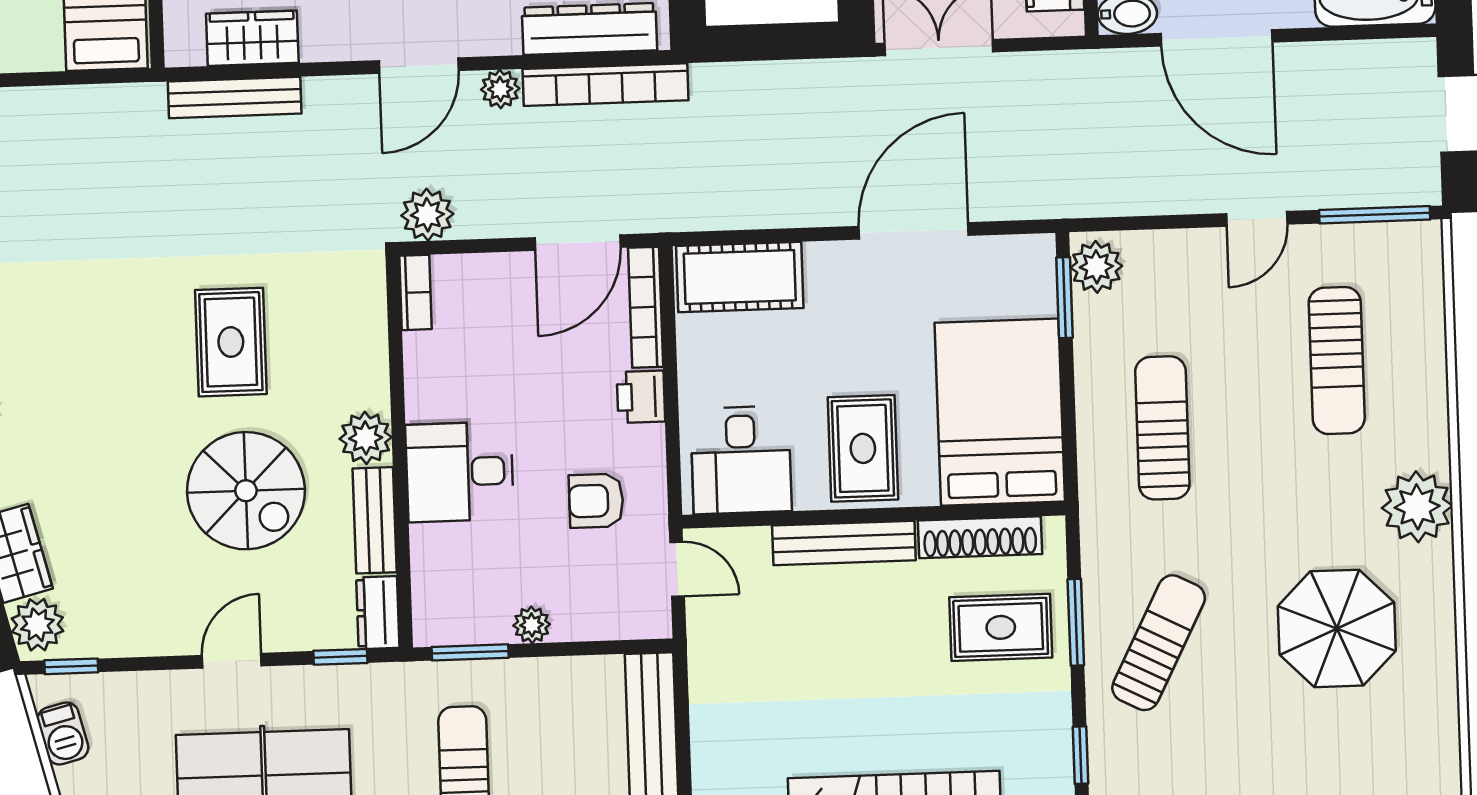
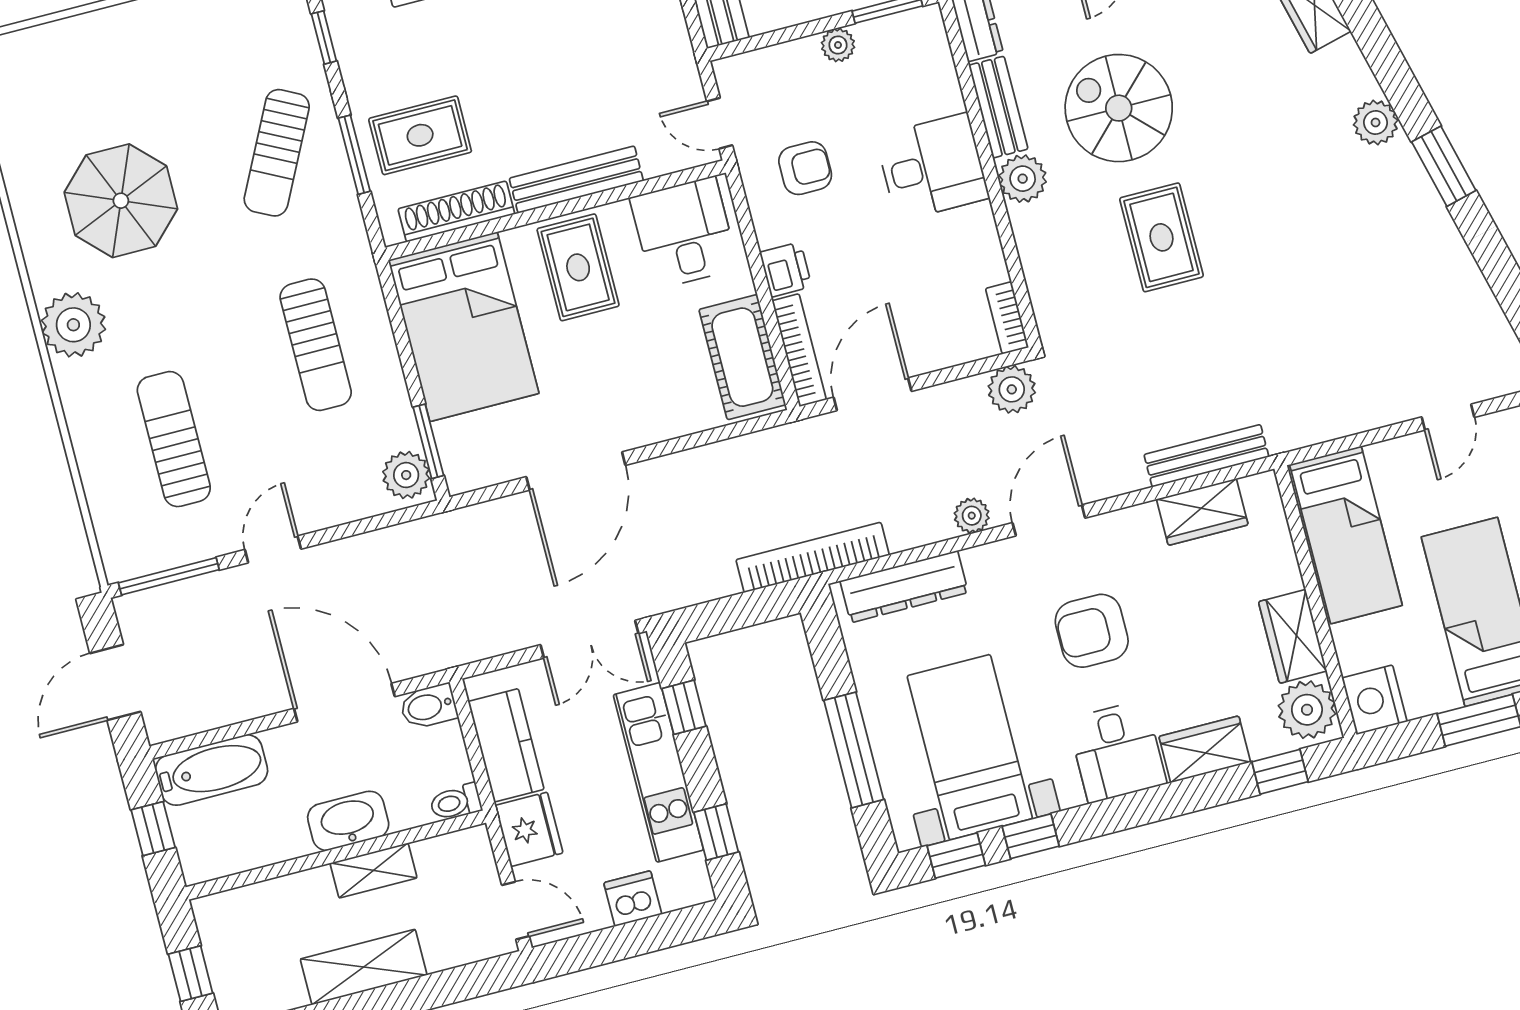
bookcase: (605, 85) -> (813, 557), moved
cot: (740, 277) -> (742, 357), moved, turned 90

